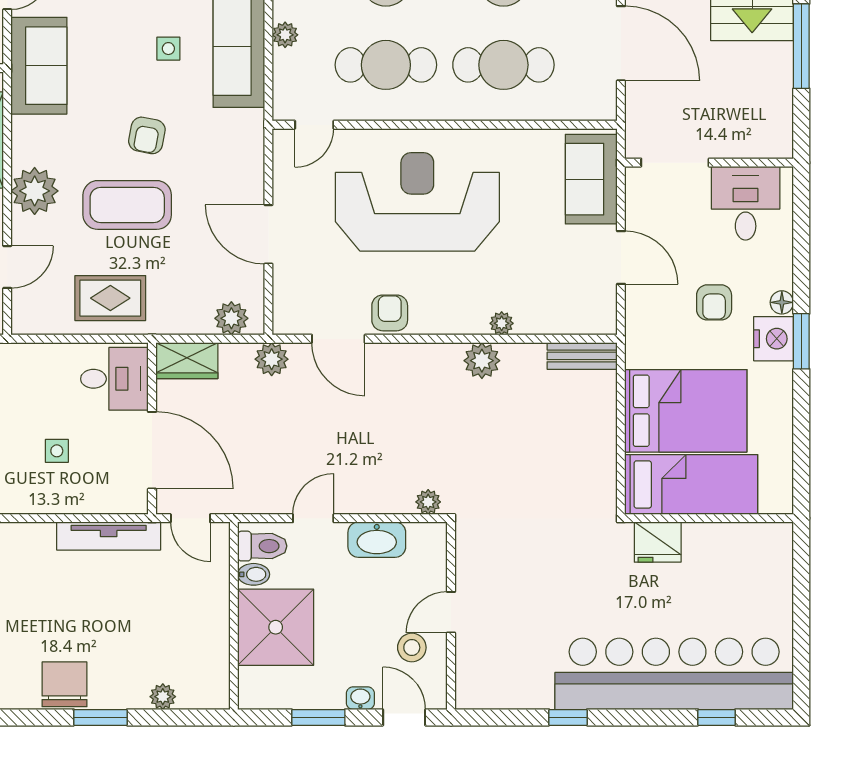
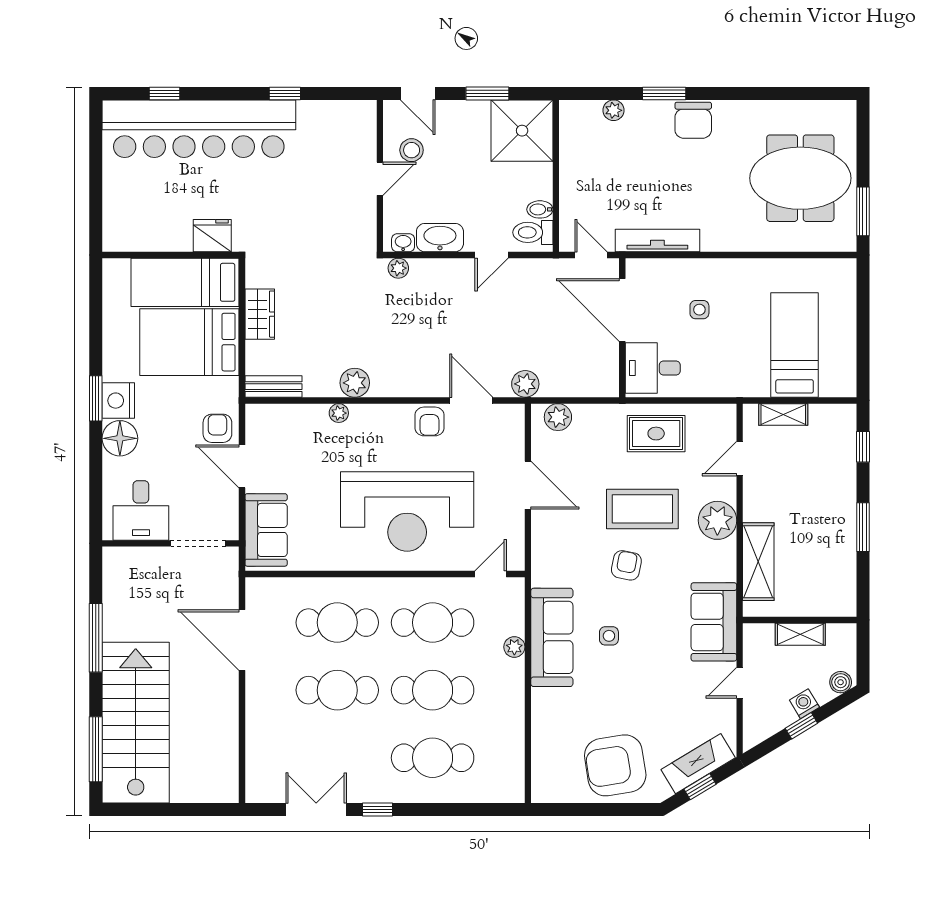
armchair: (714, 302) -> (217, 428), moved
floor lamp: (782, 302) -> (120, 438), width x1.89, depth x1.89
wardrobe: (187, 361) -> (260, 314), moved, turned 90
shower: (276, 627) -> (522, 131), moved
washbasin: (360, 698) -> (403, 243), moved, turned 180

